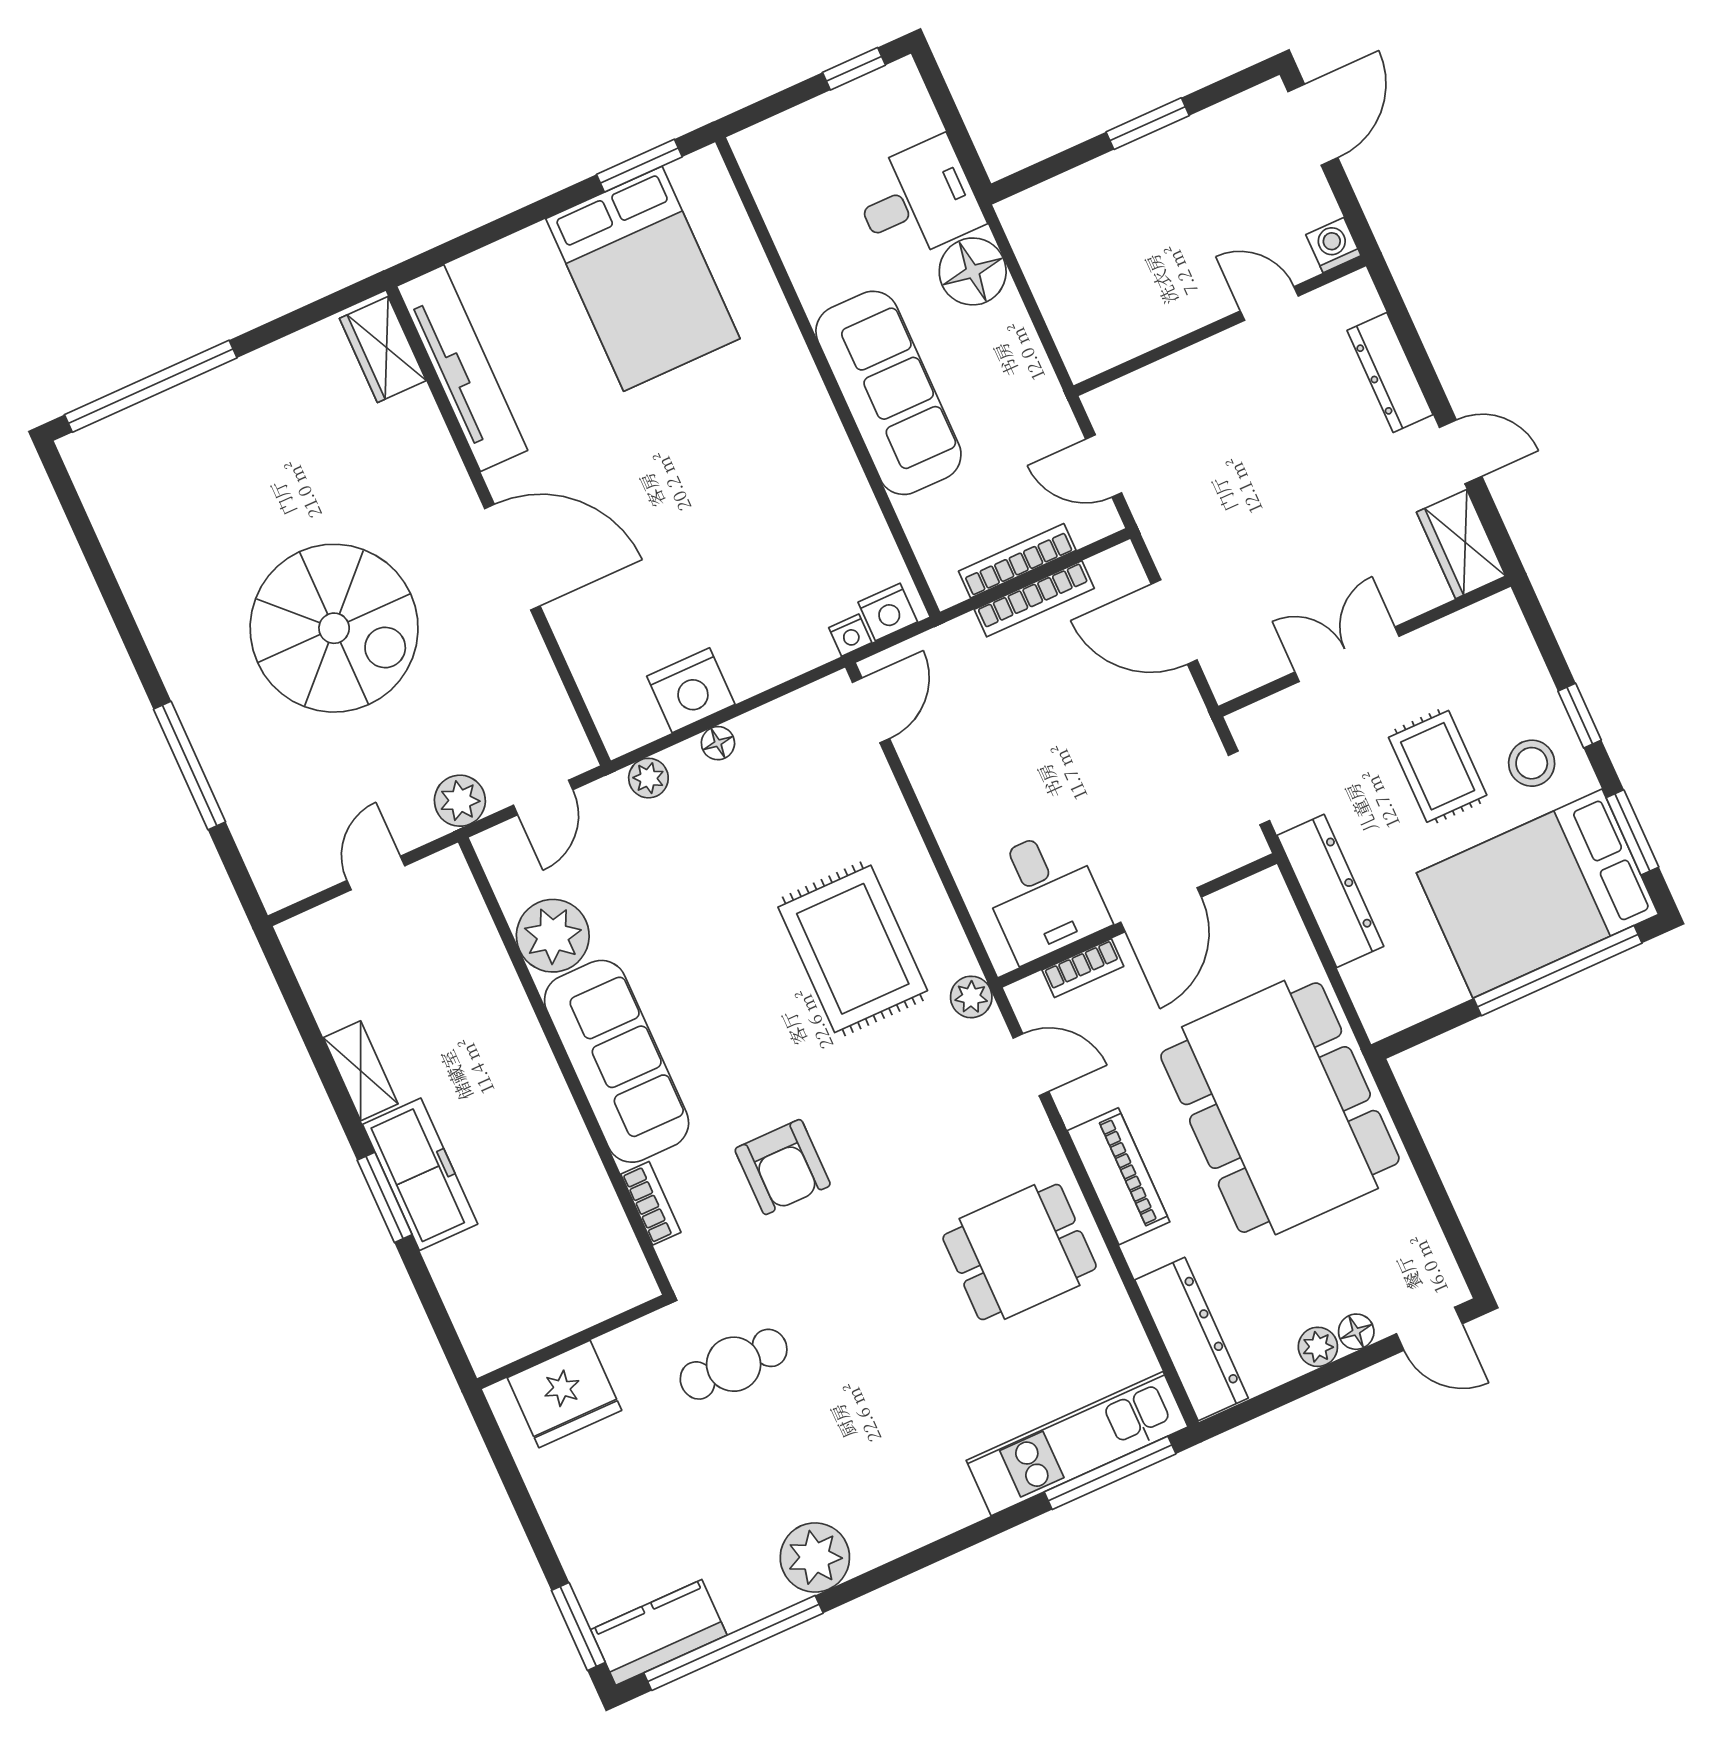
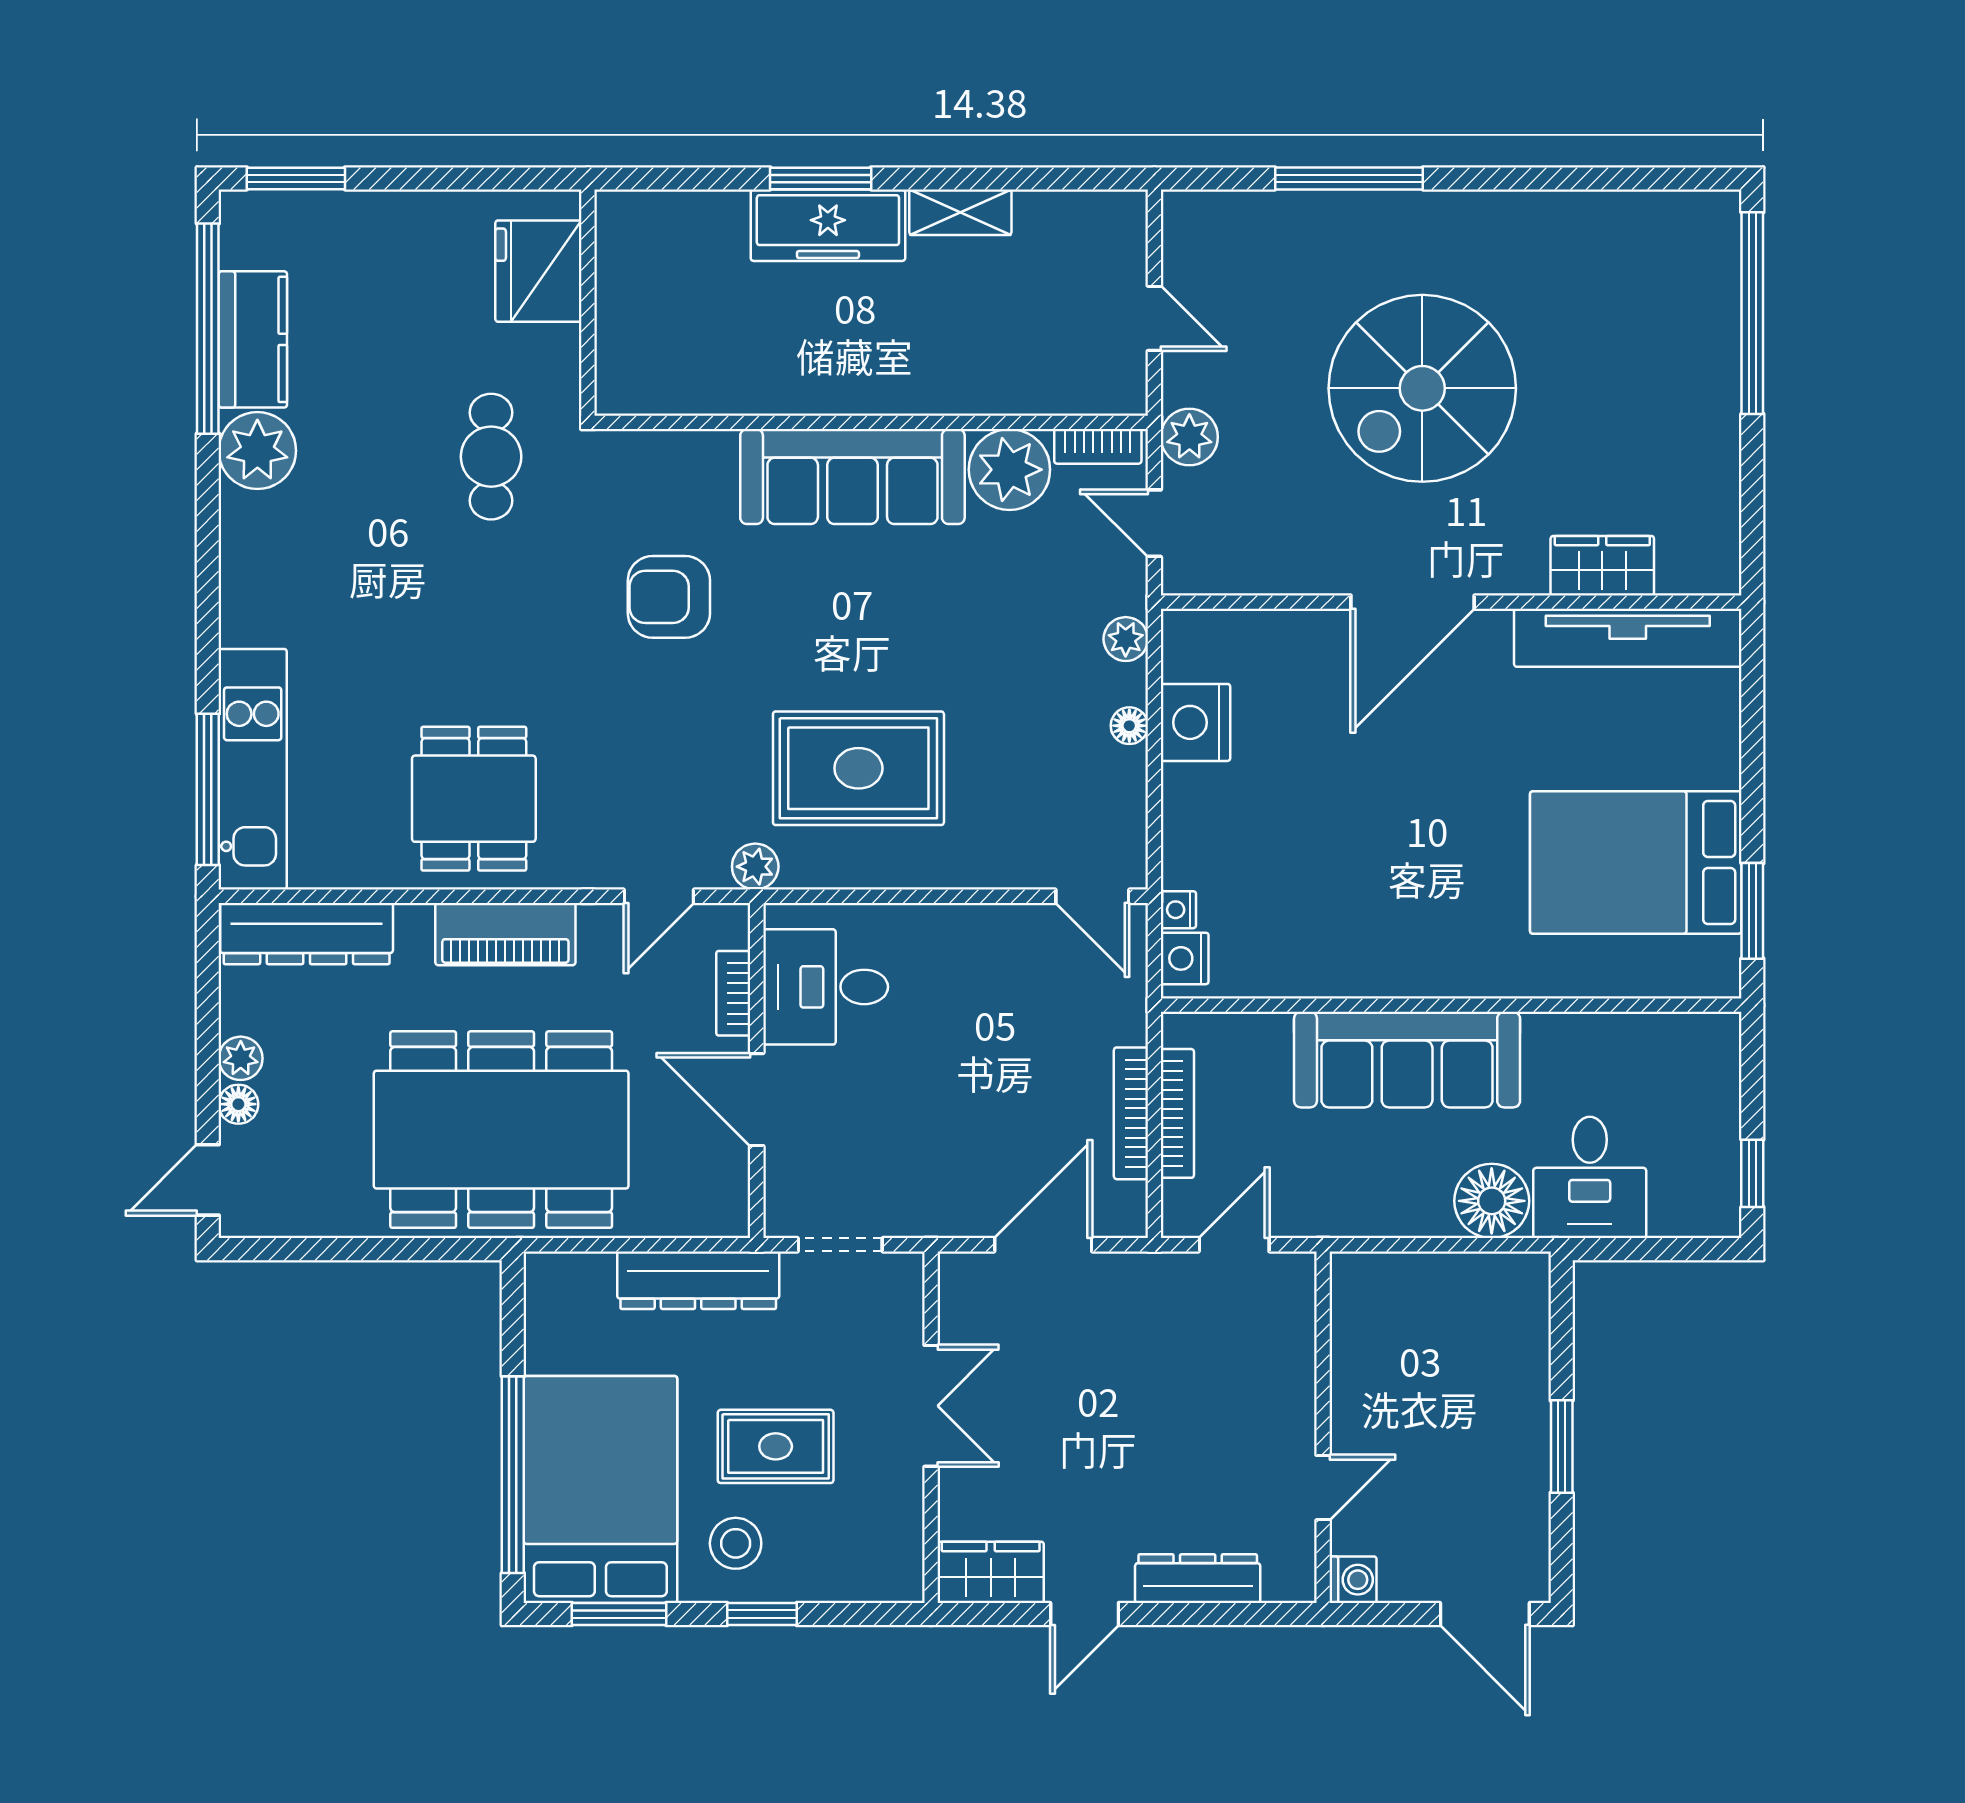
wardrobe: (383, 350) -> (1602, 566), moved
bookcase: (651, 1203) -> (1098, 446), moved
kitchen counter: (659, 1632) -> (253, 339), moved

